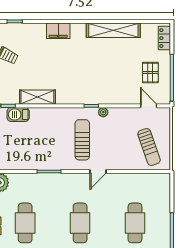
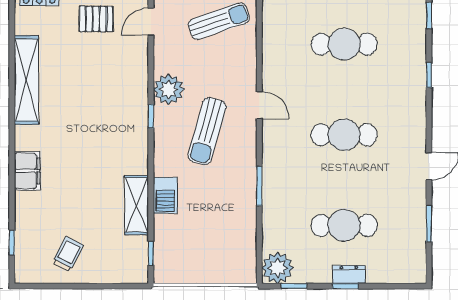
plant: (103, 112) -> (169, 89), width x1.87, depth x1.87
barbecue: (18, 114) -> (165, 195), moved
sun lounger: (82, 140) -> (207, 131), turned -74

